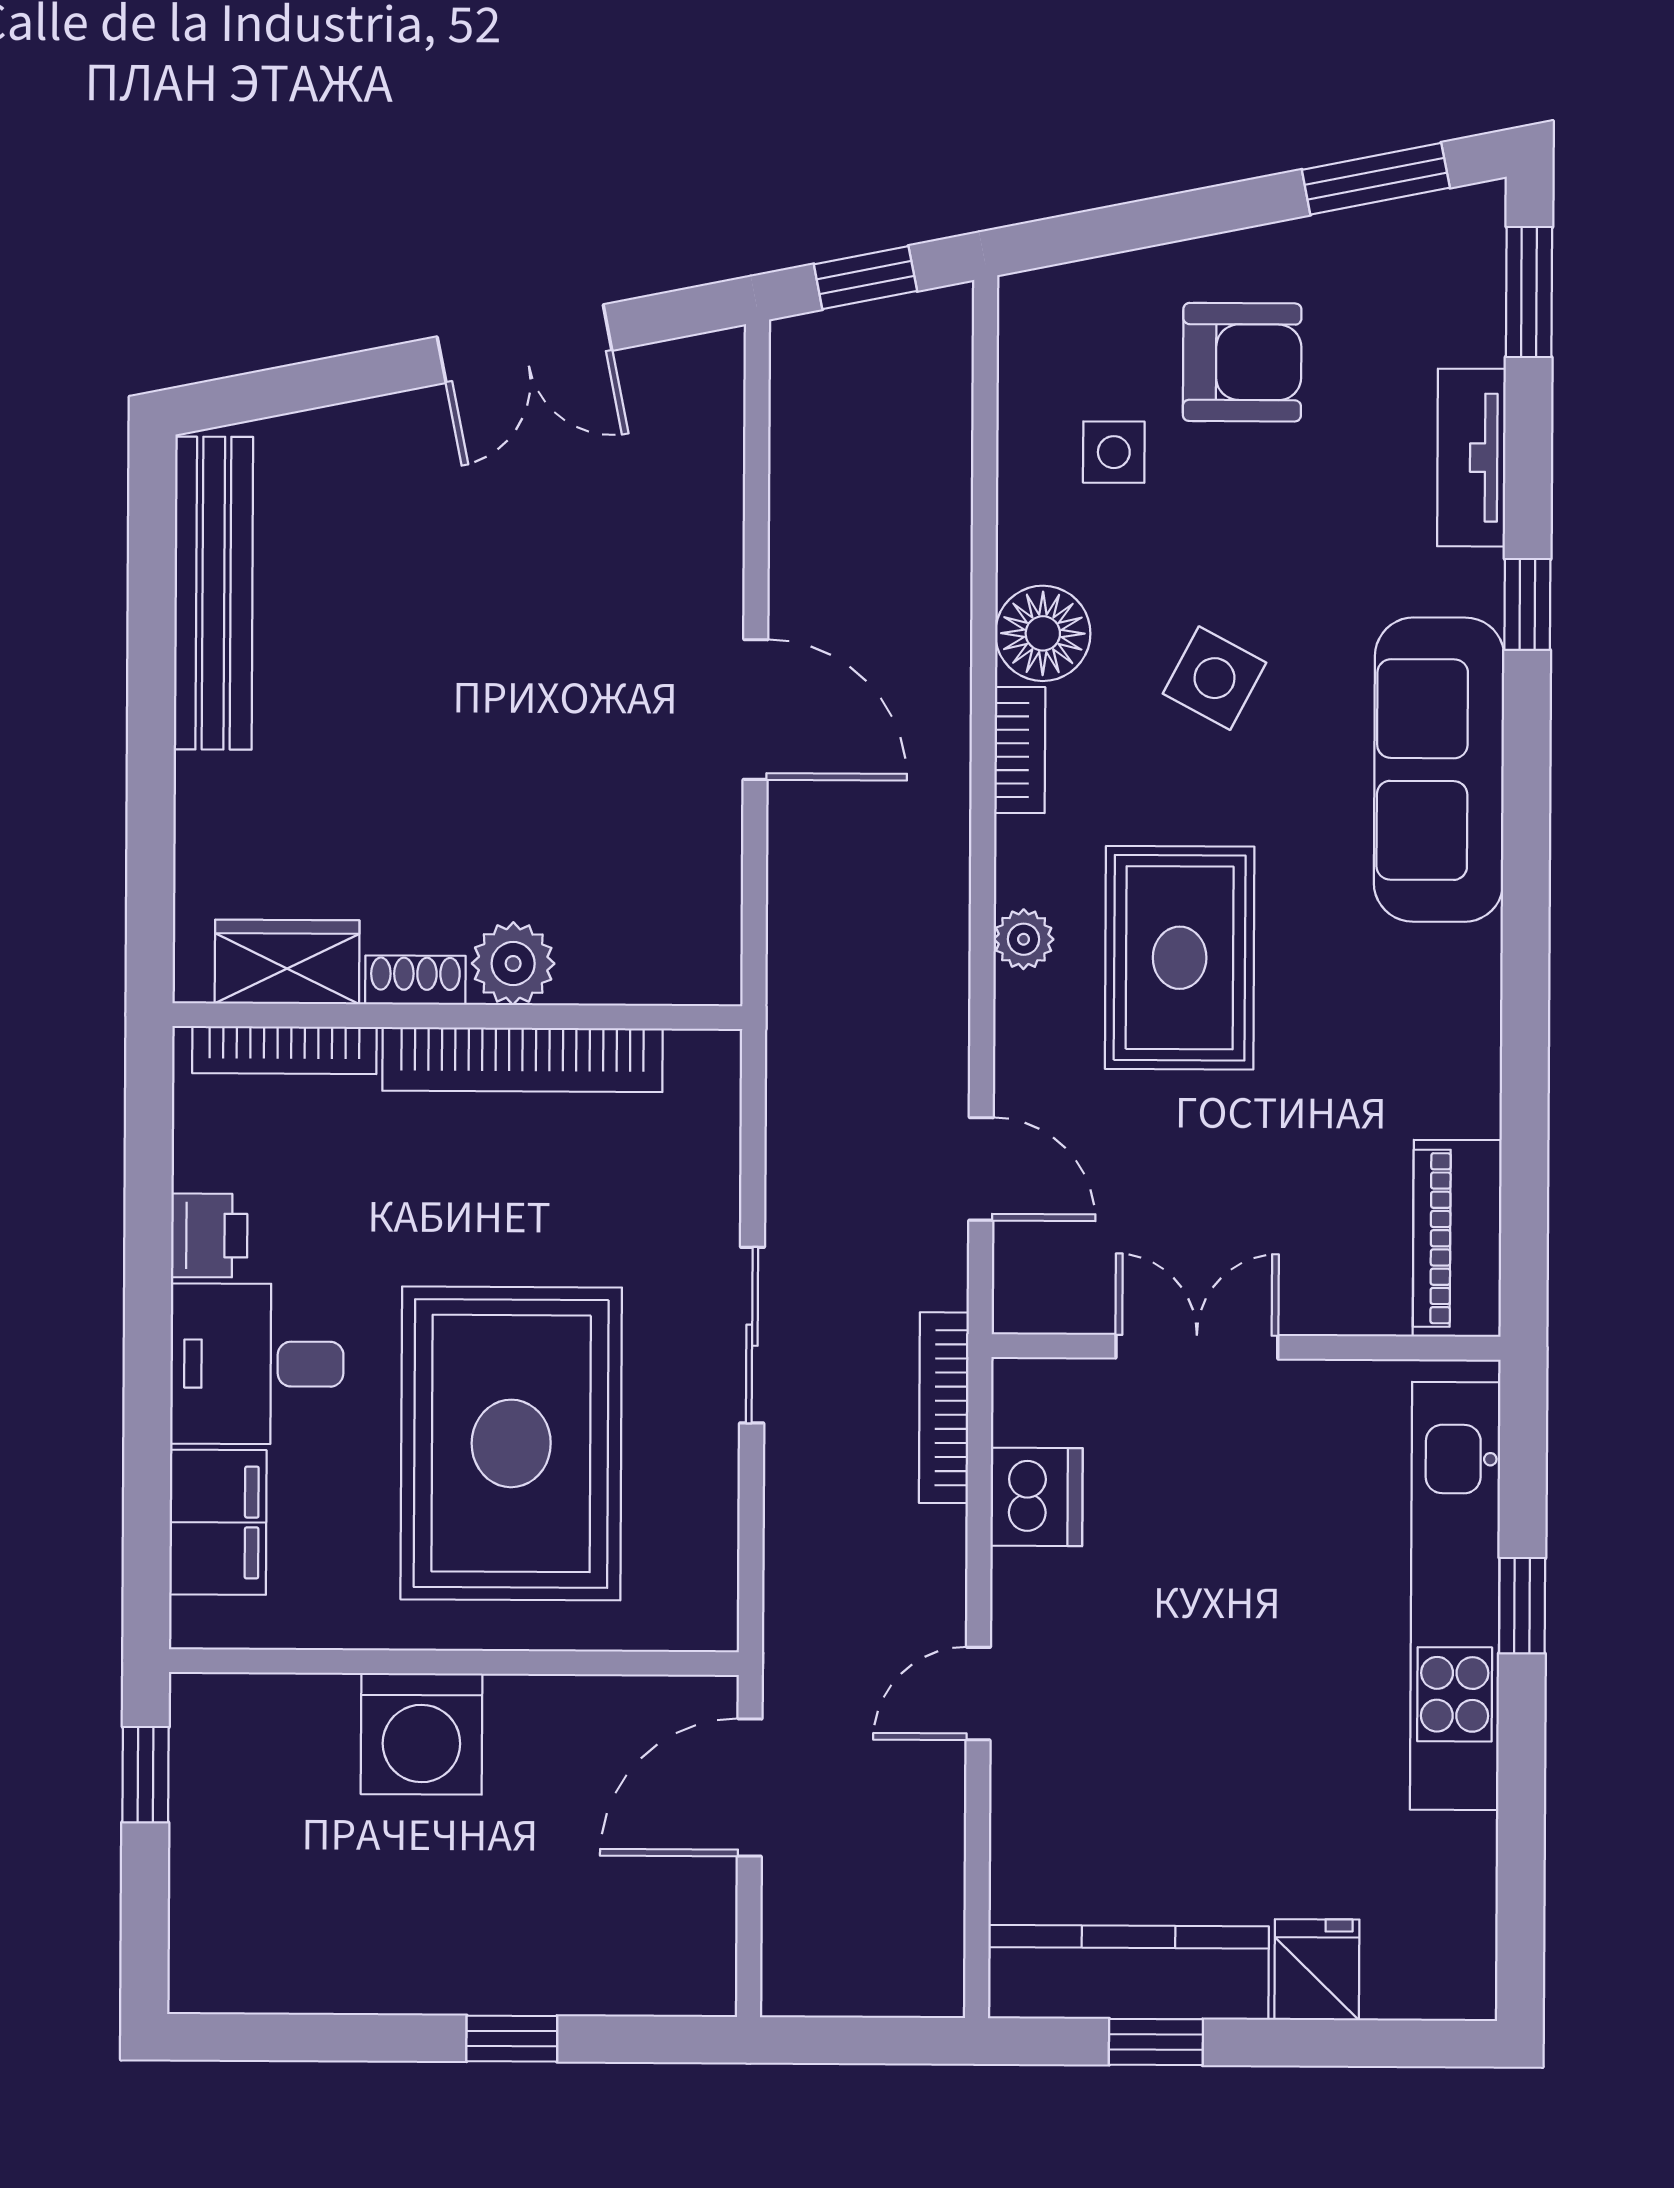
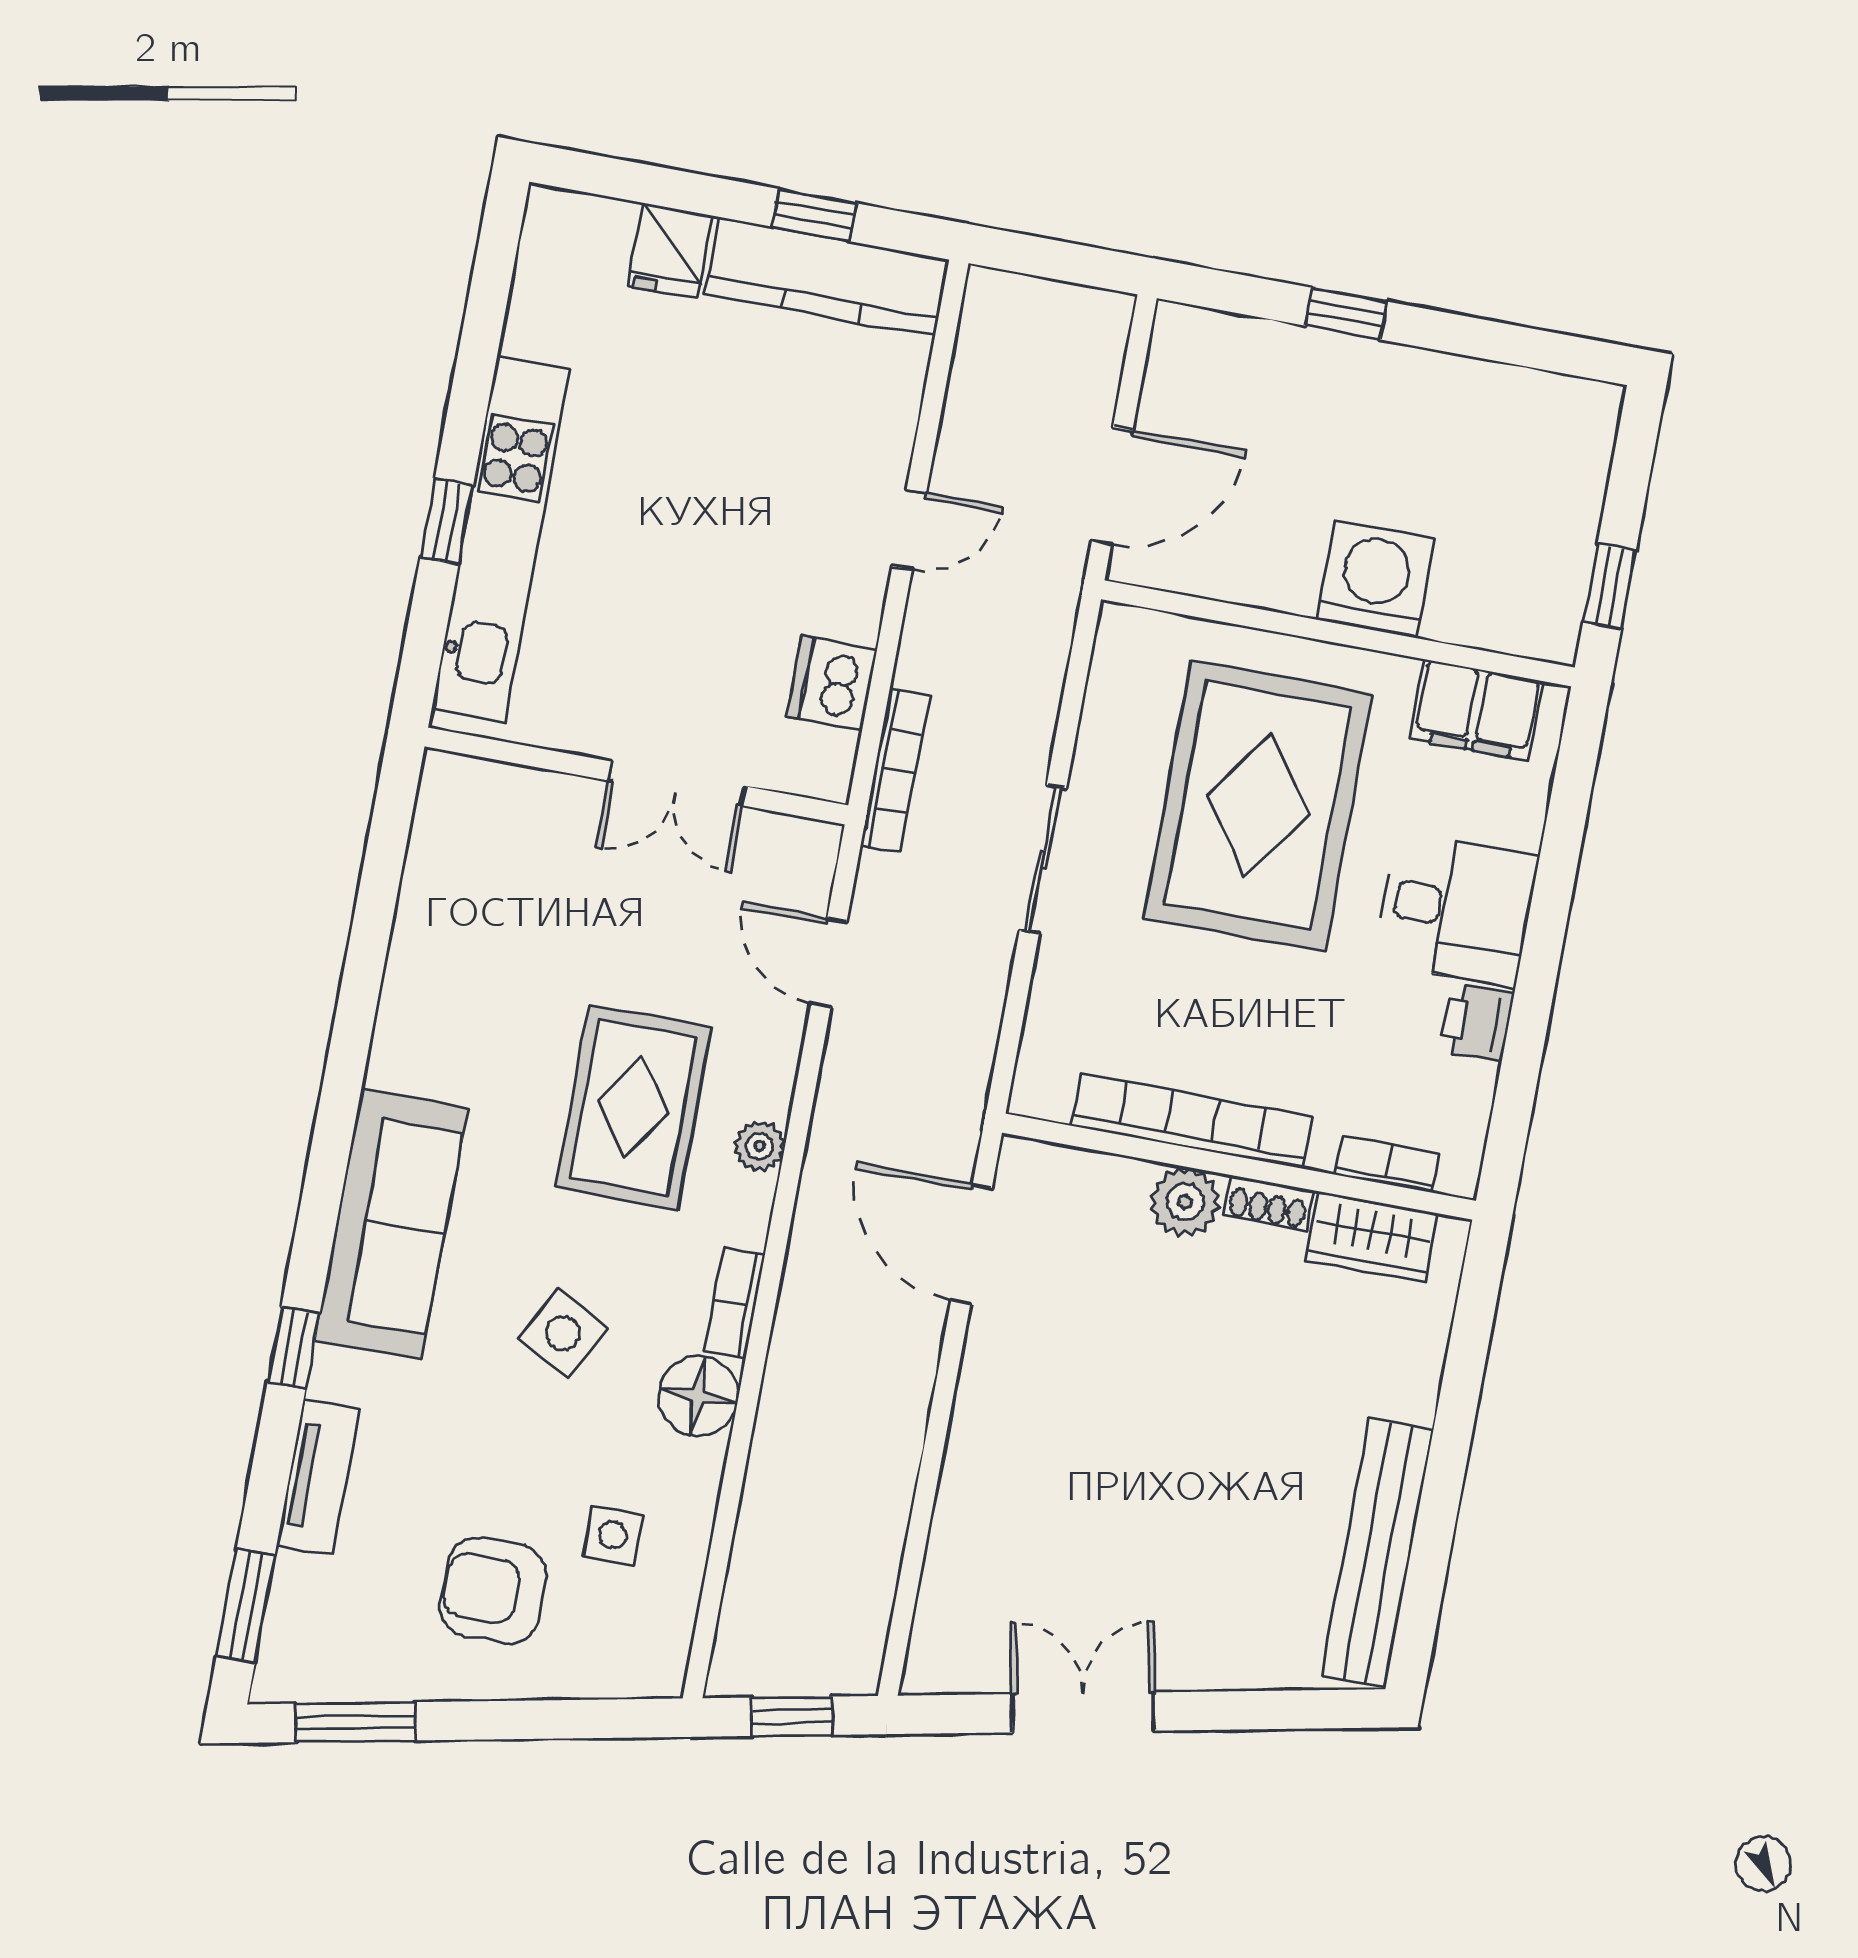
door: (755, 710) -> (972, 1244), moved
bookcase: (284, 1050) -> (1387, 1164), width x0.64
piano: (1457, 1238) -> (446, 834), removed
filing cabinet: (218, 1522) -> (1477, 710), moved, turned -90

